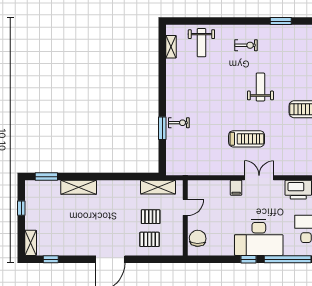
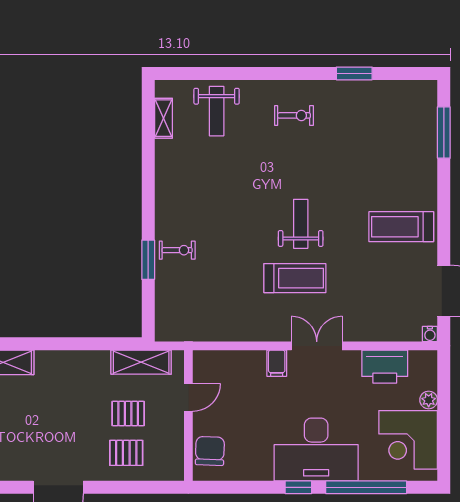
weight bench: (260, 87) -> (301, 224), moved

